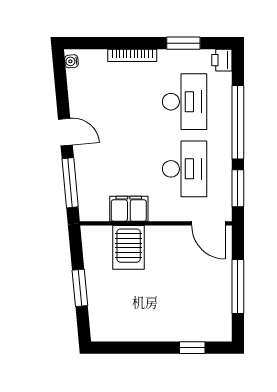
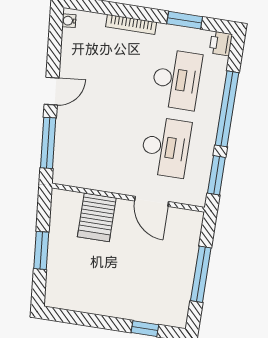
door: (65, 132) -> (52, 91), hinge flipped
filing cabinet: (129, 209) -> (103, 179), removed
door: (208, 223) -> (152, 201), moved

